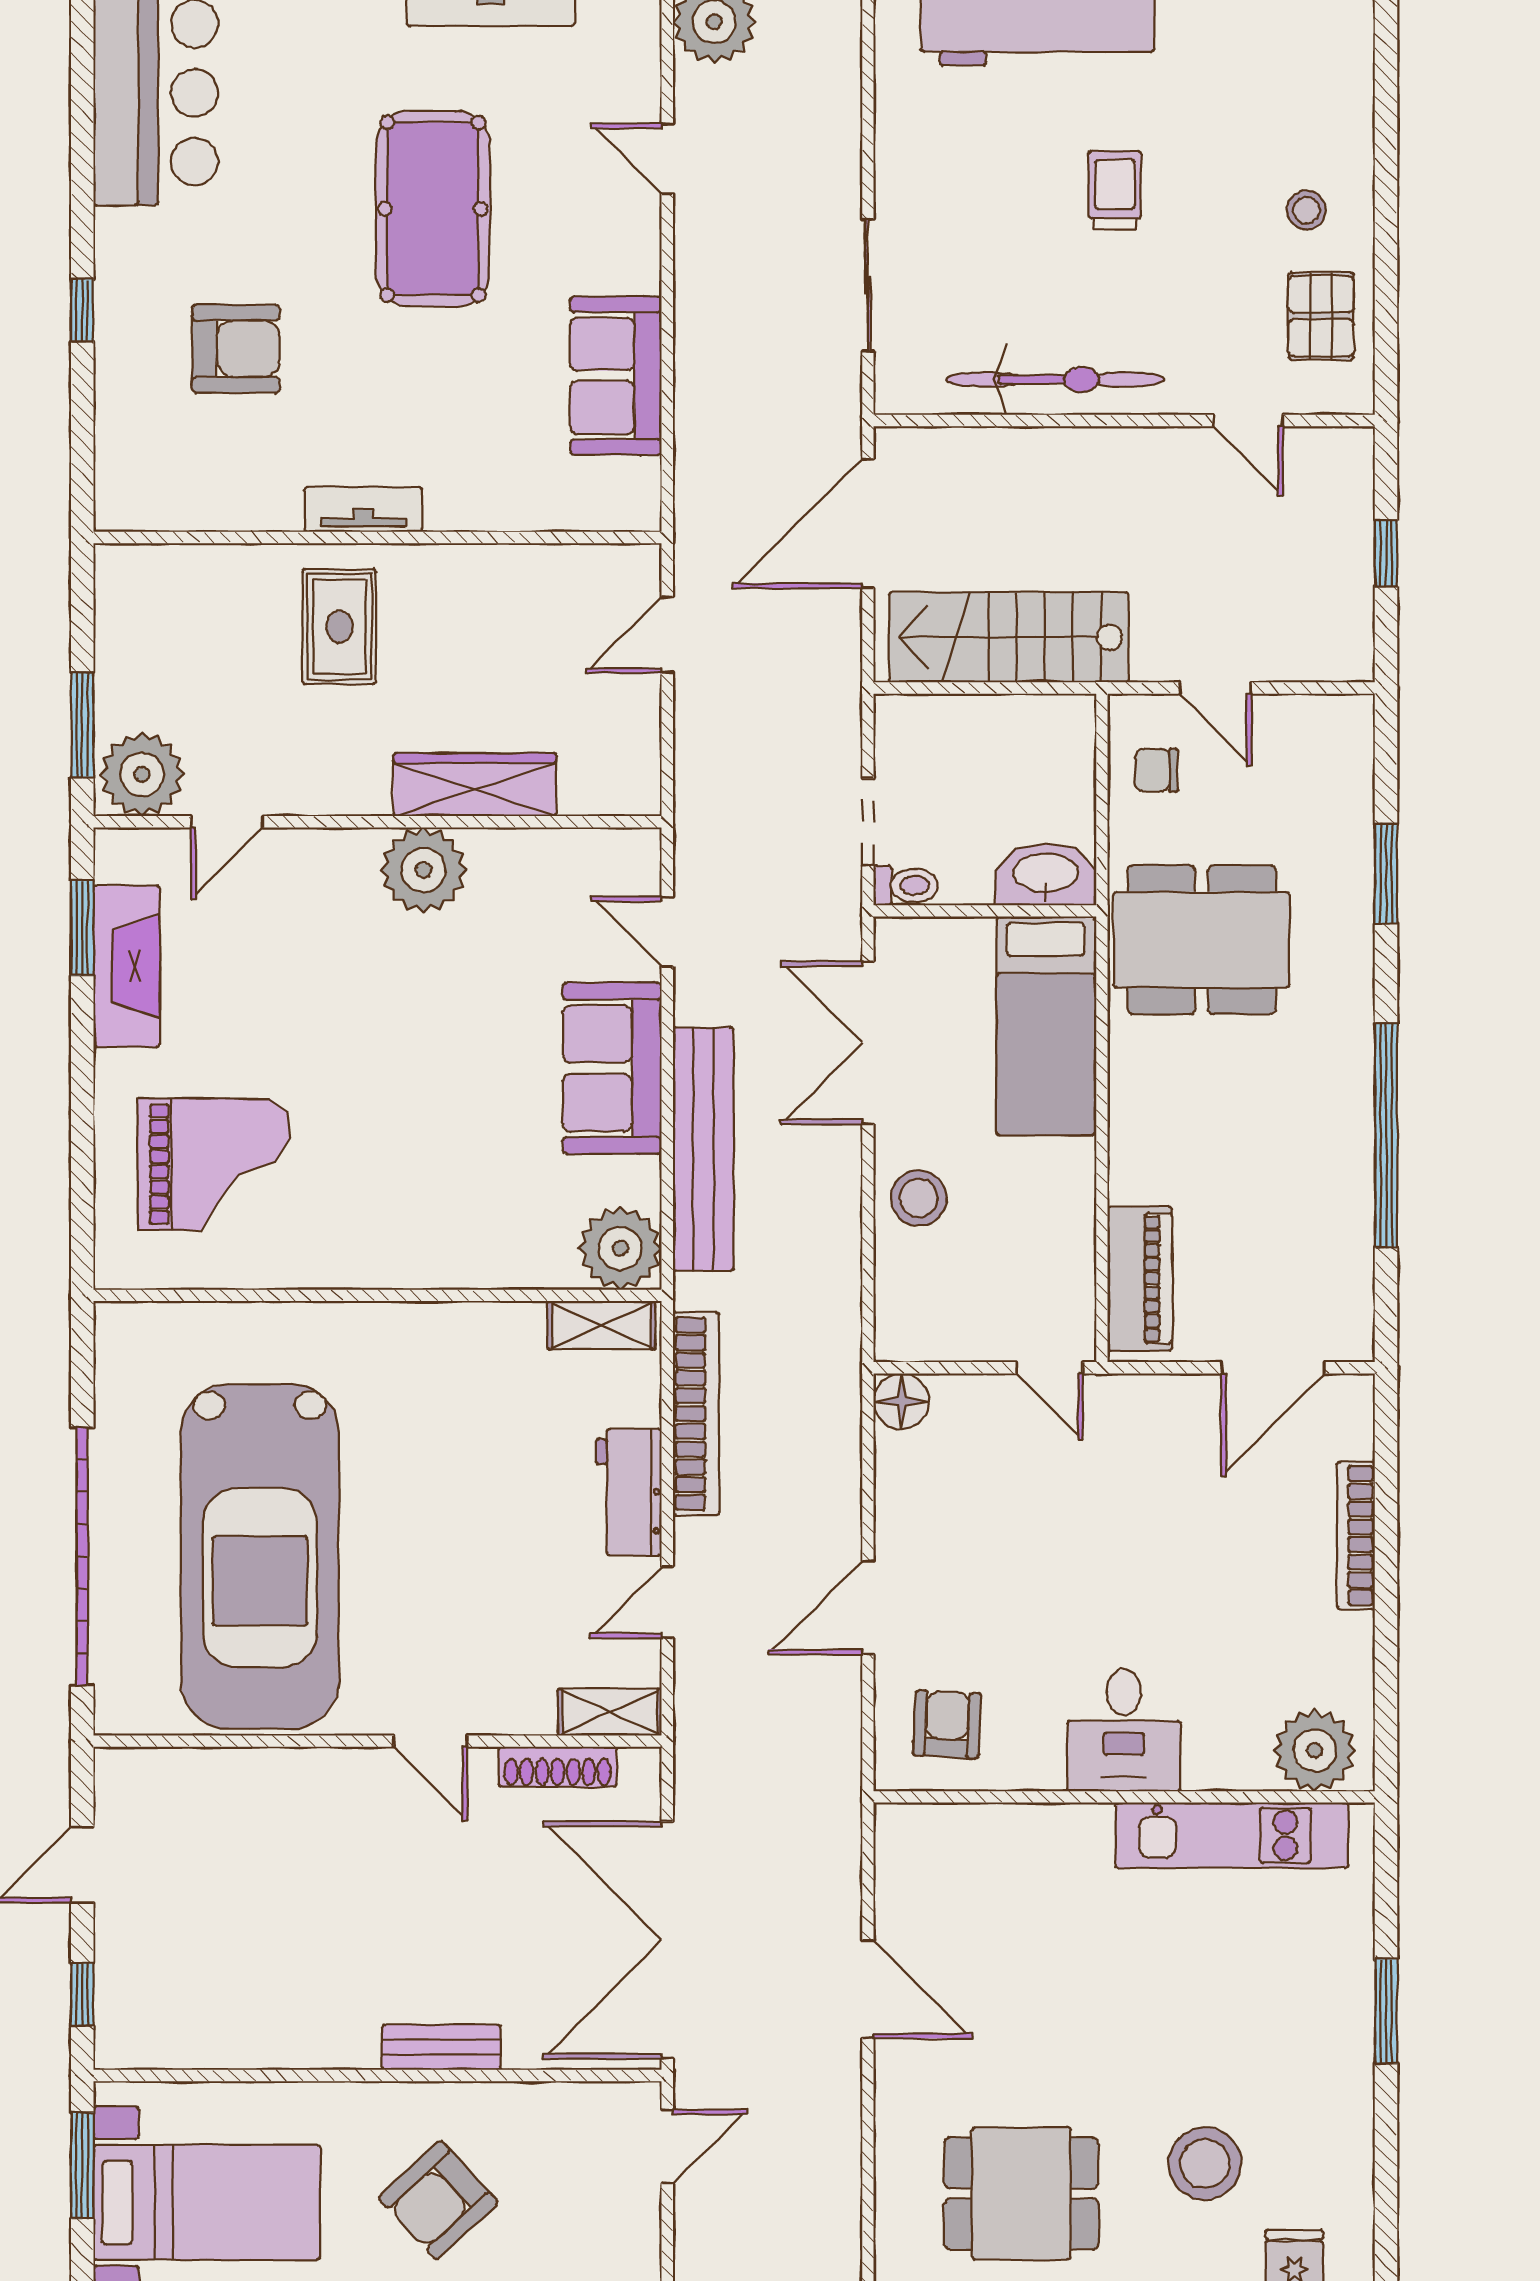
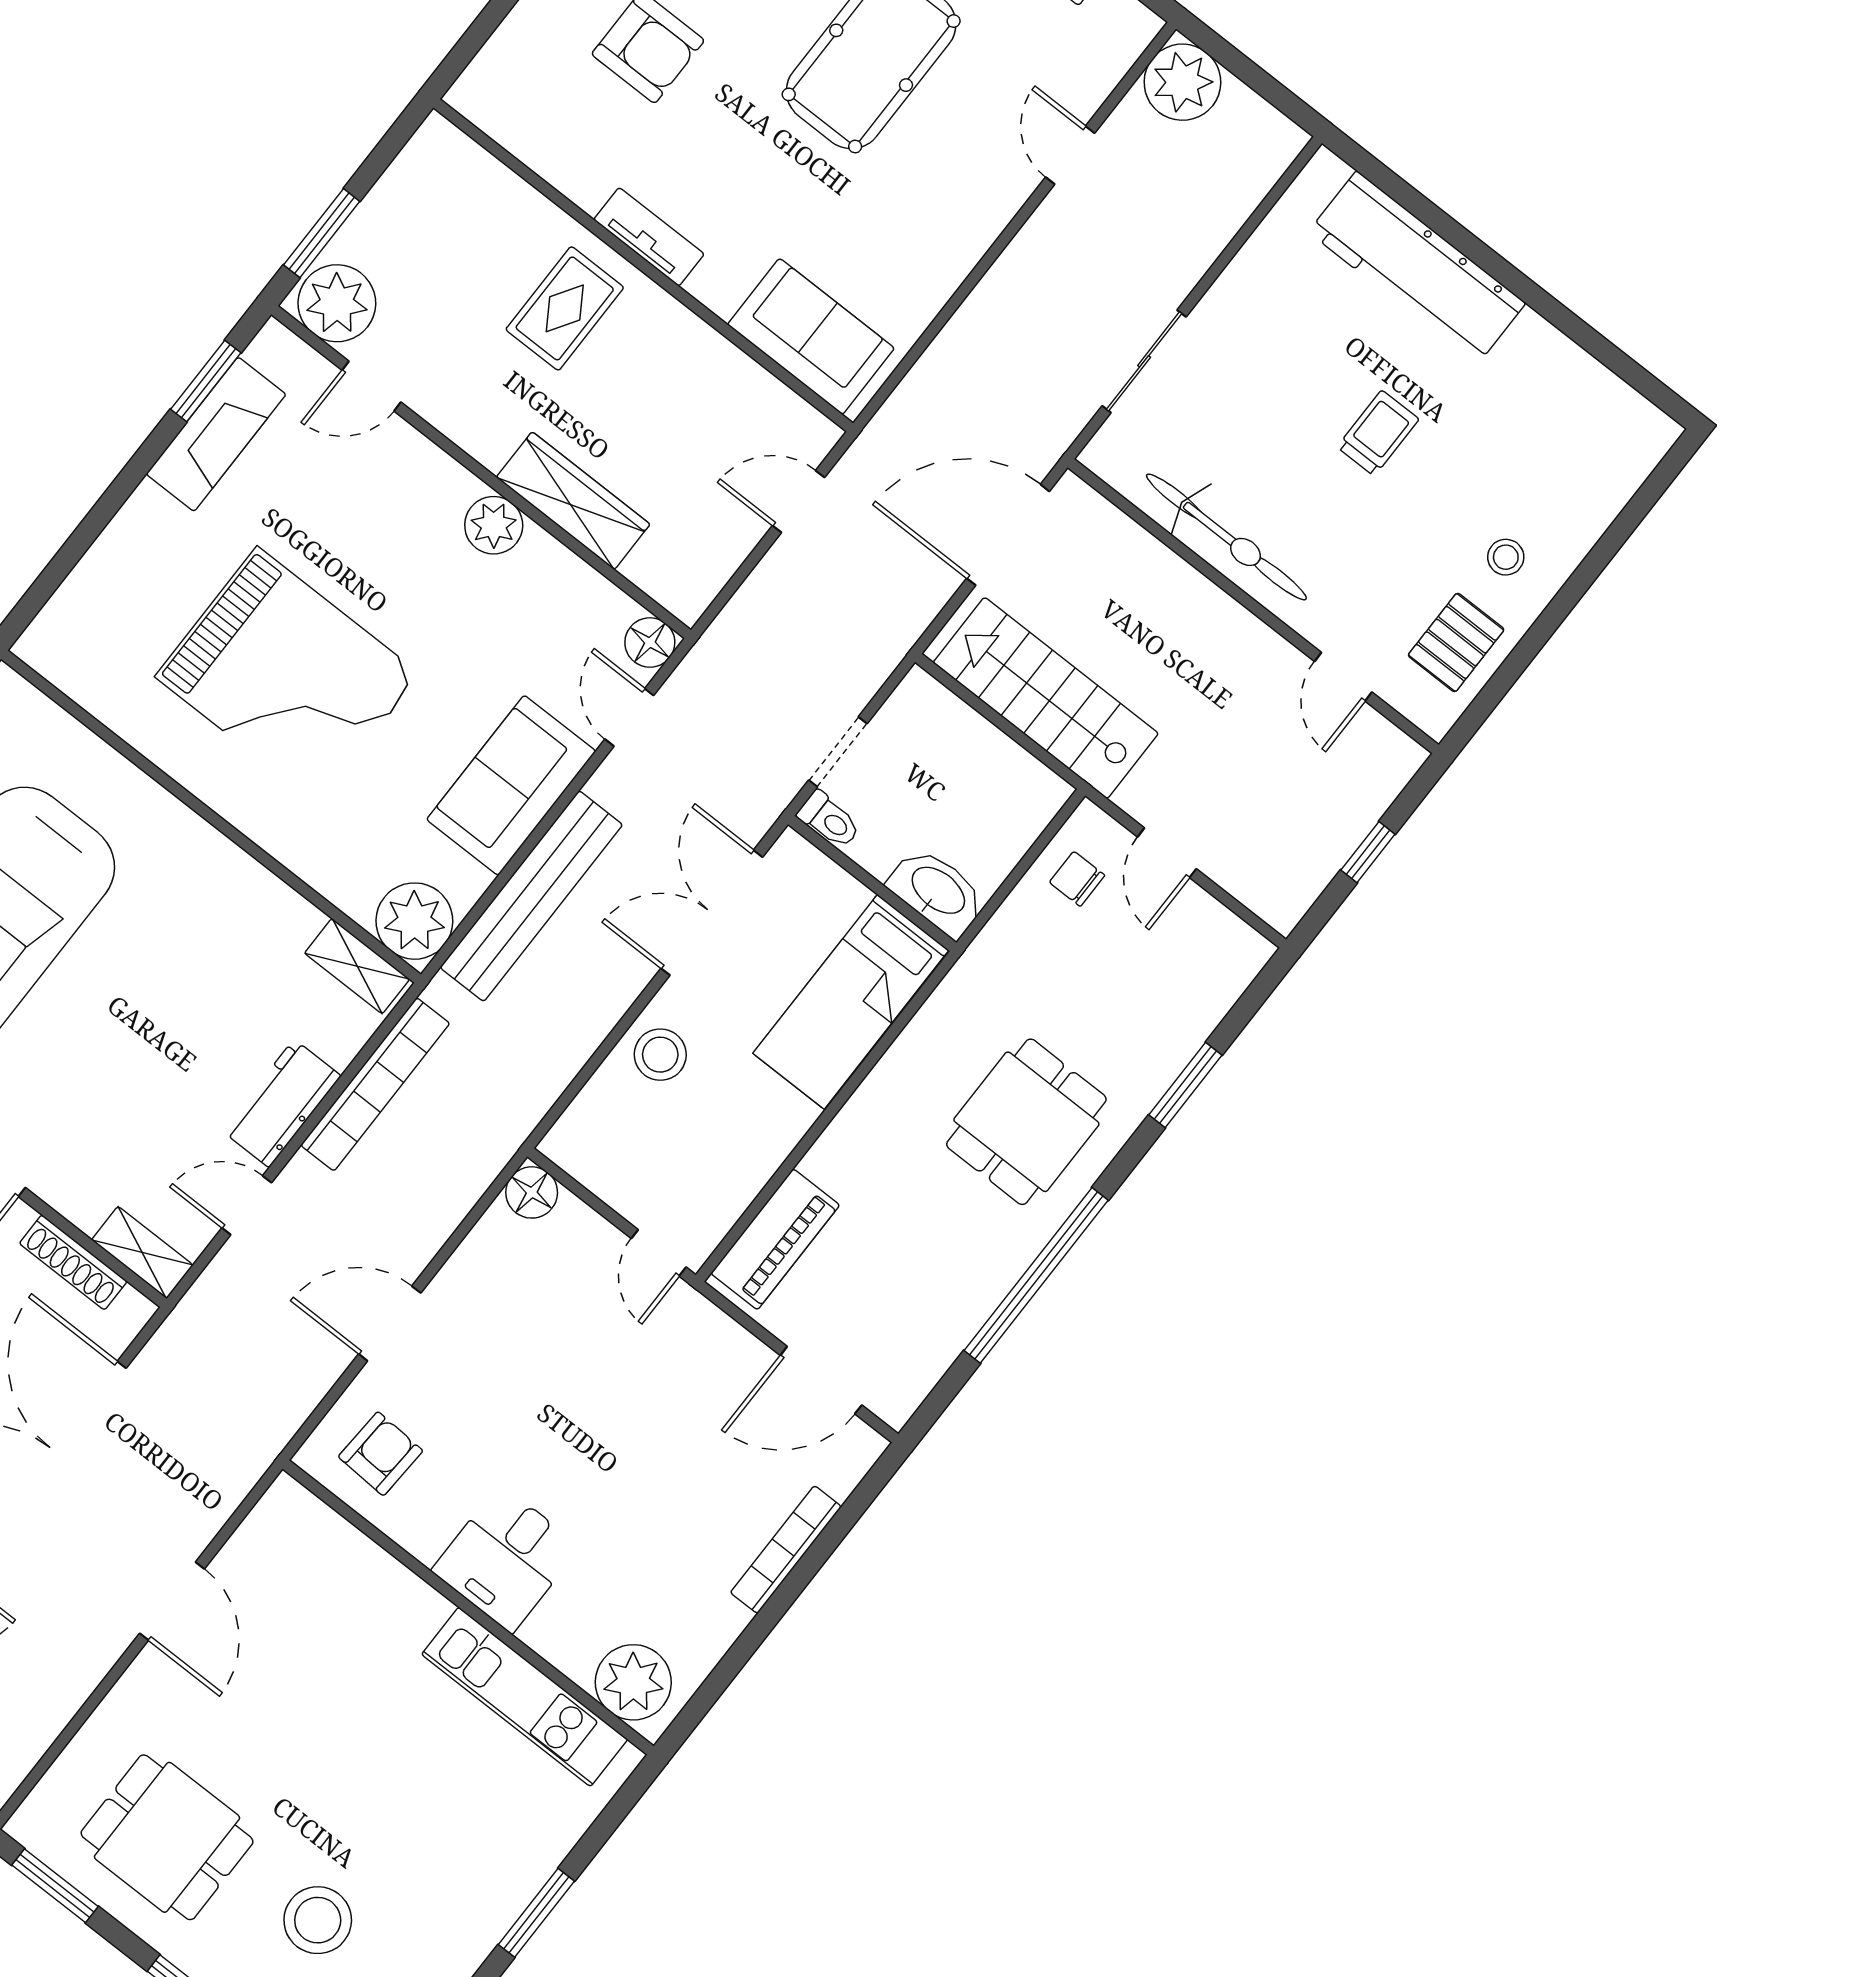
sofa: (616, 376) -> (811, 336), moved, turned 90
floor lamp: (635, 854) -> (650, 643), added
plant: (424, 870) -> (494, 525), width x0.73, depth x0.73
dining table: (1202, 940) -> (1026, 1122), moved, width x0.73
grand piano: (214, 1164) -> (287, 675), moved, width x1.37, depth x1.48

